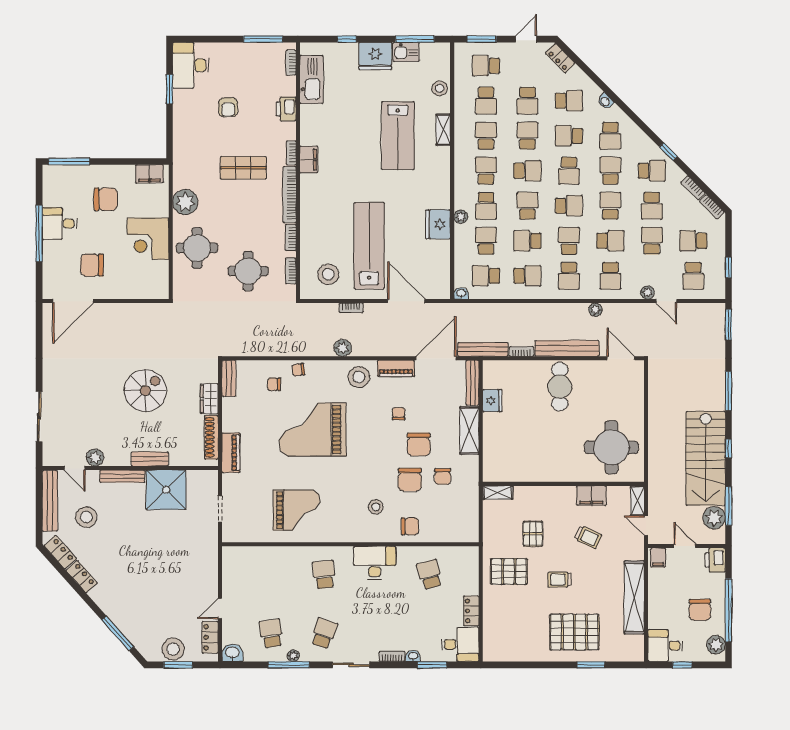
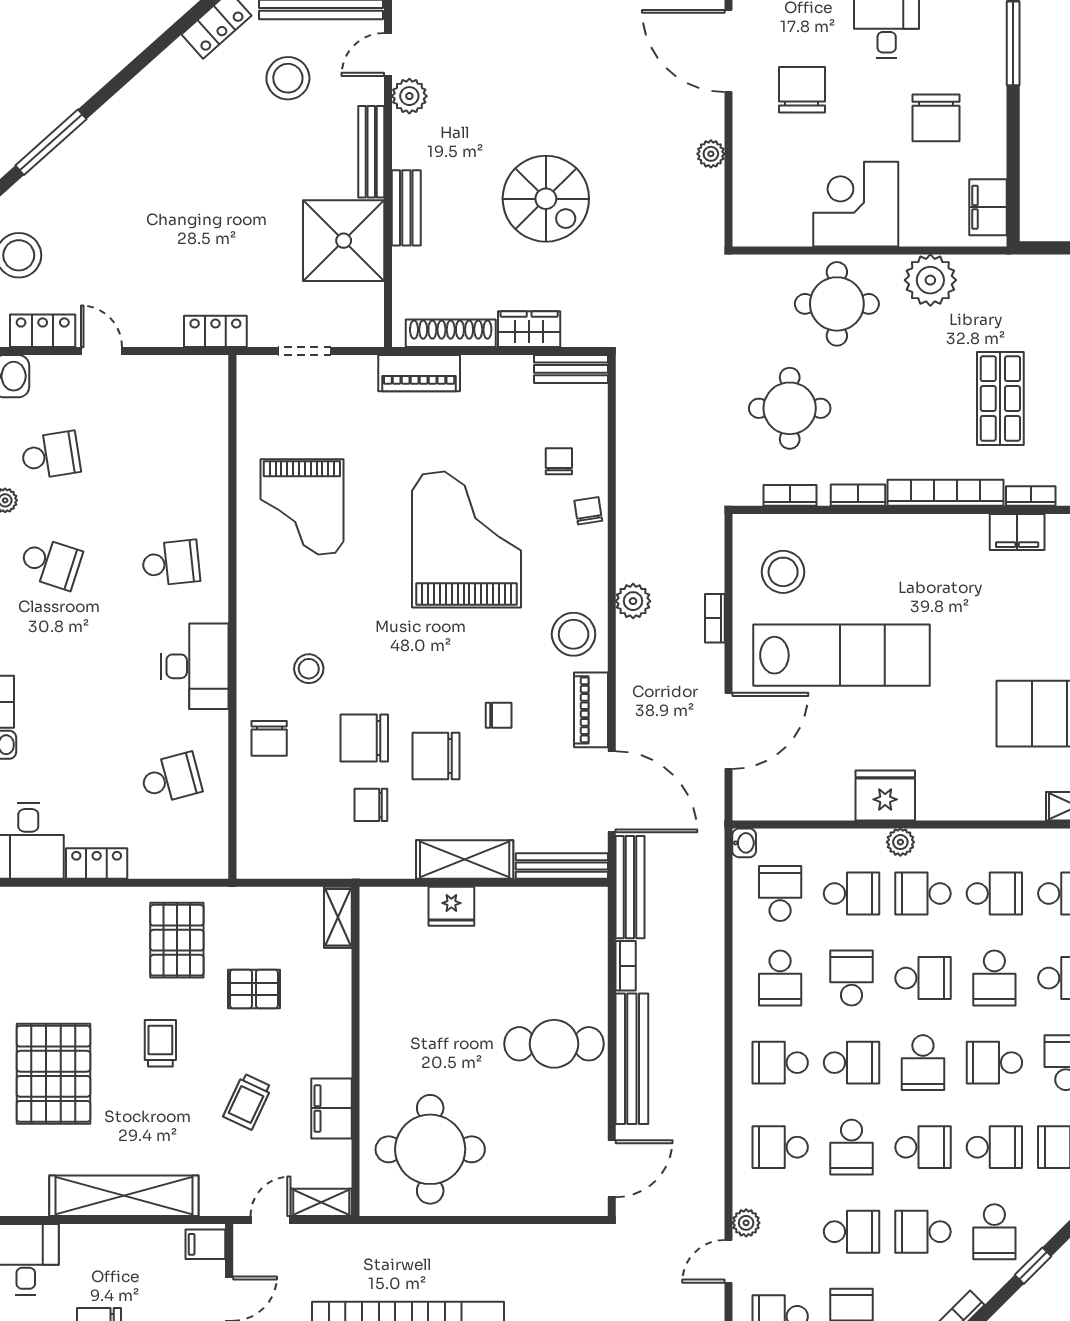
plant: (595, 310) -> (711, 154), moved
fridge: (492, 401) -> (451, 906), moved
locker: (82, 577) -> (215, 331), moved, turned -138

